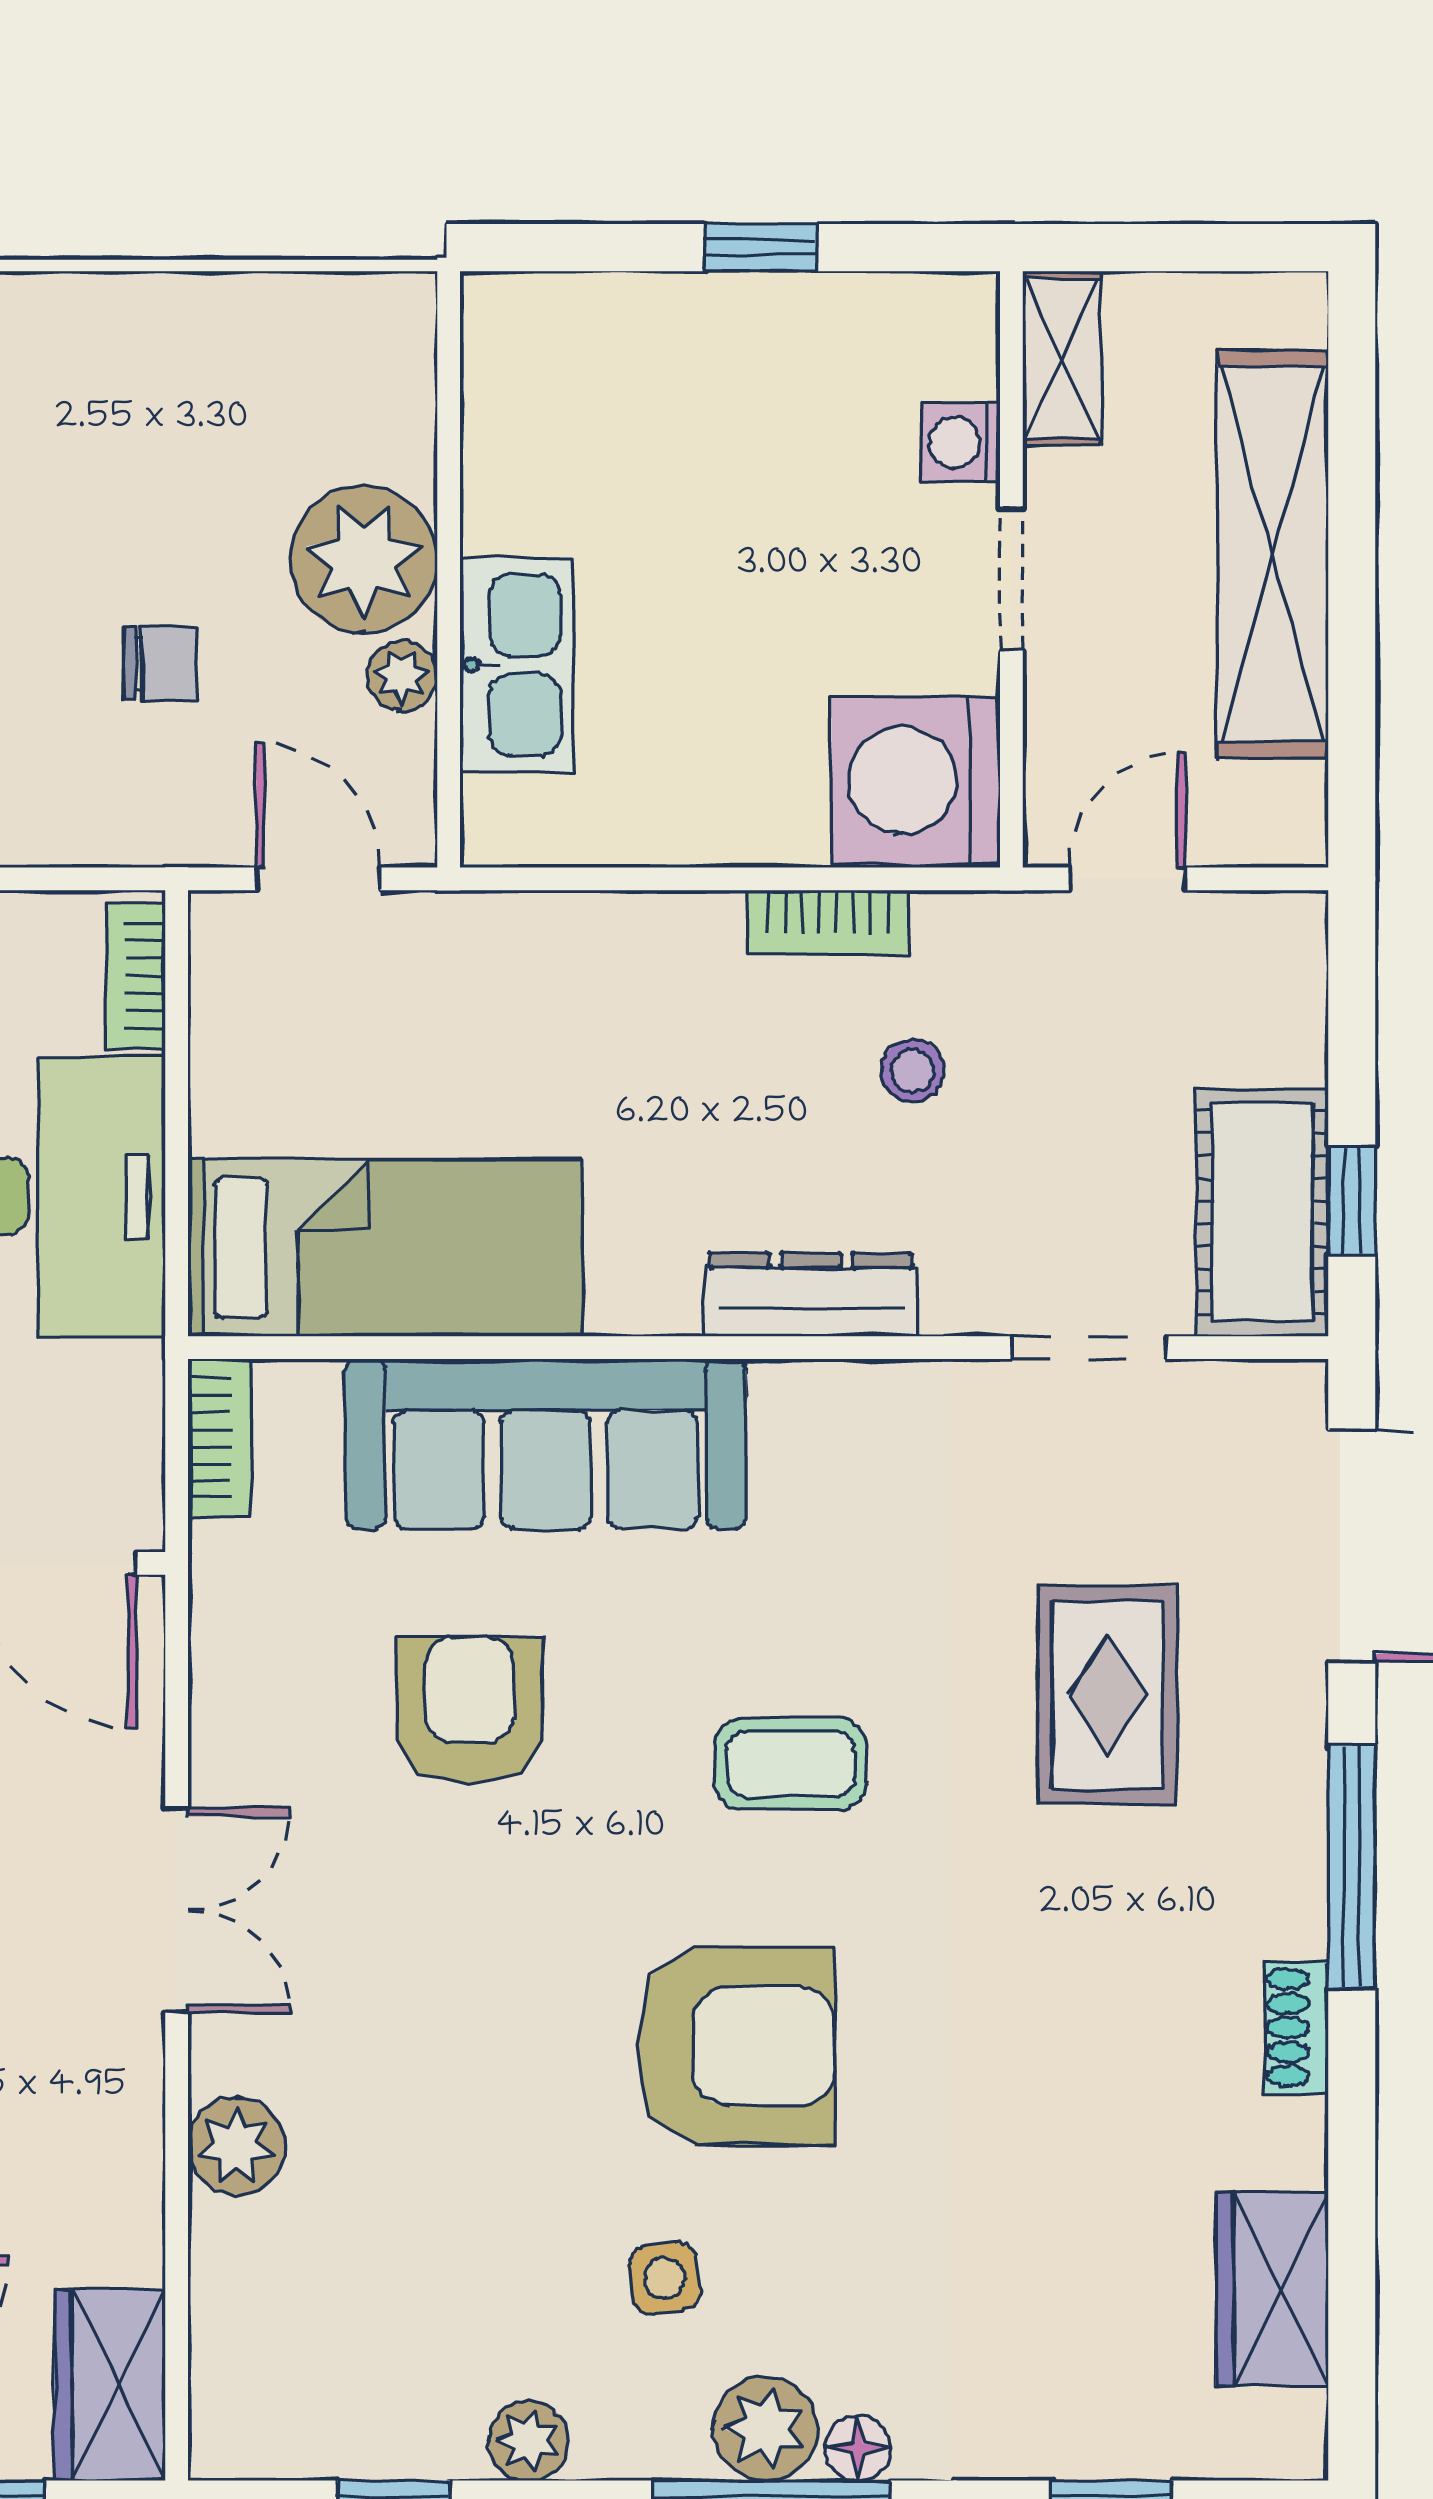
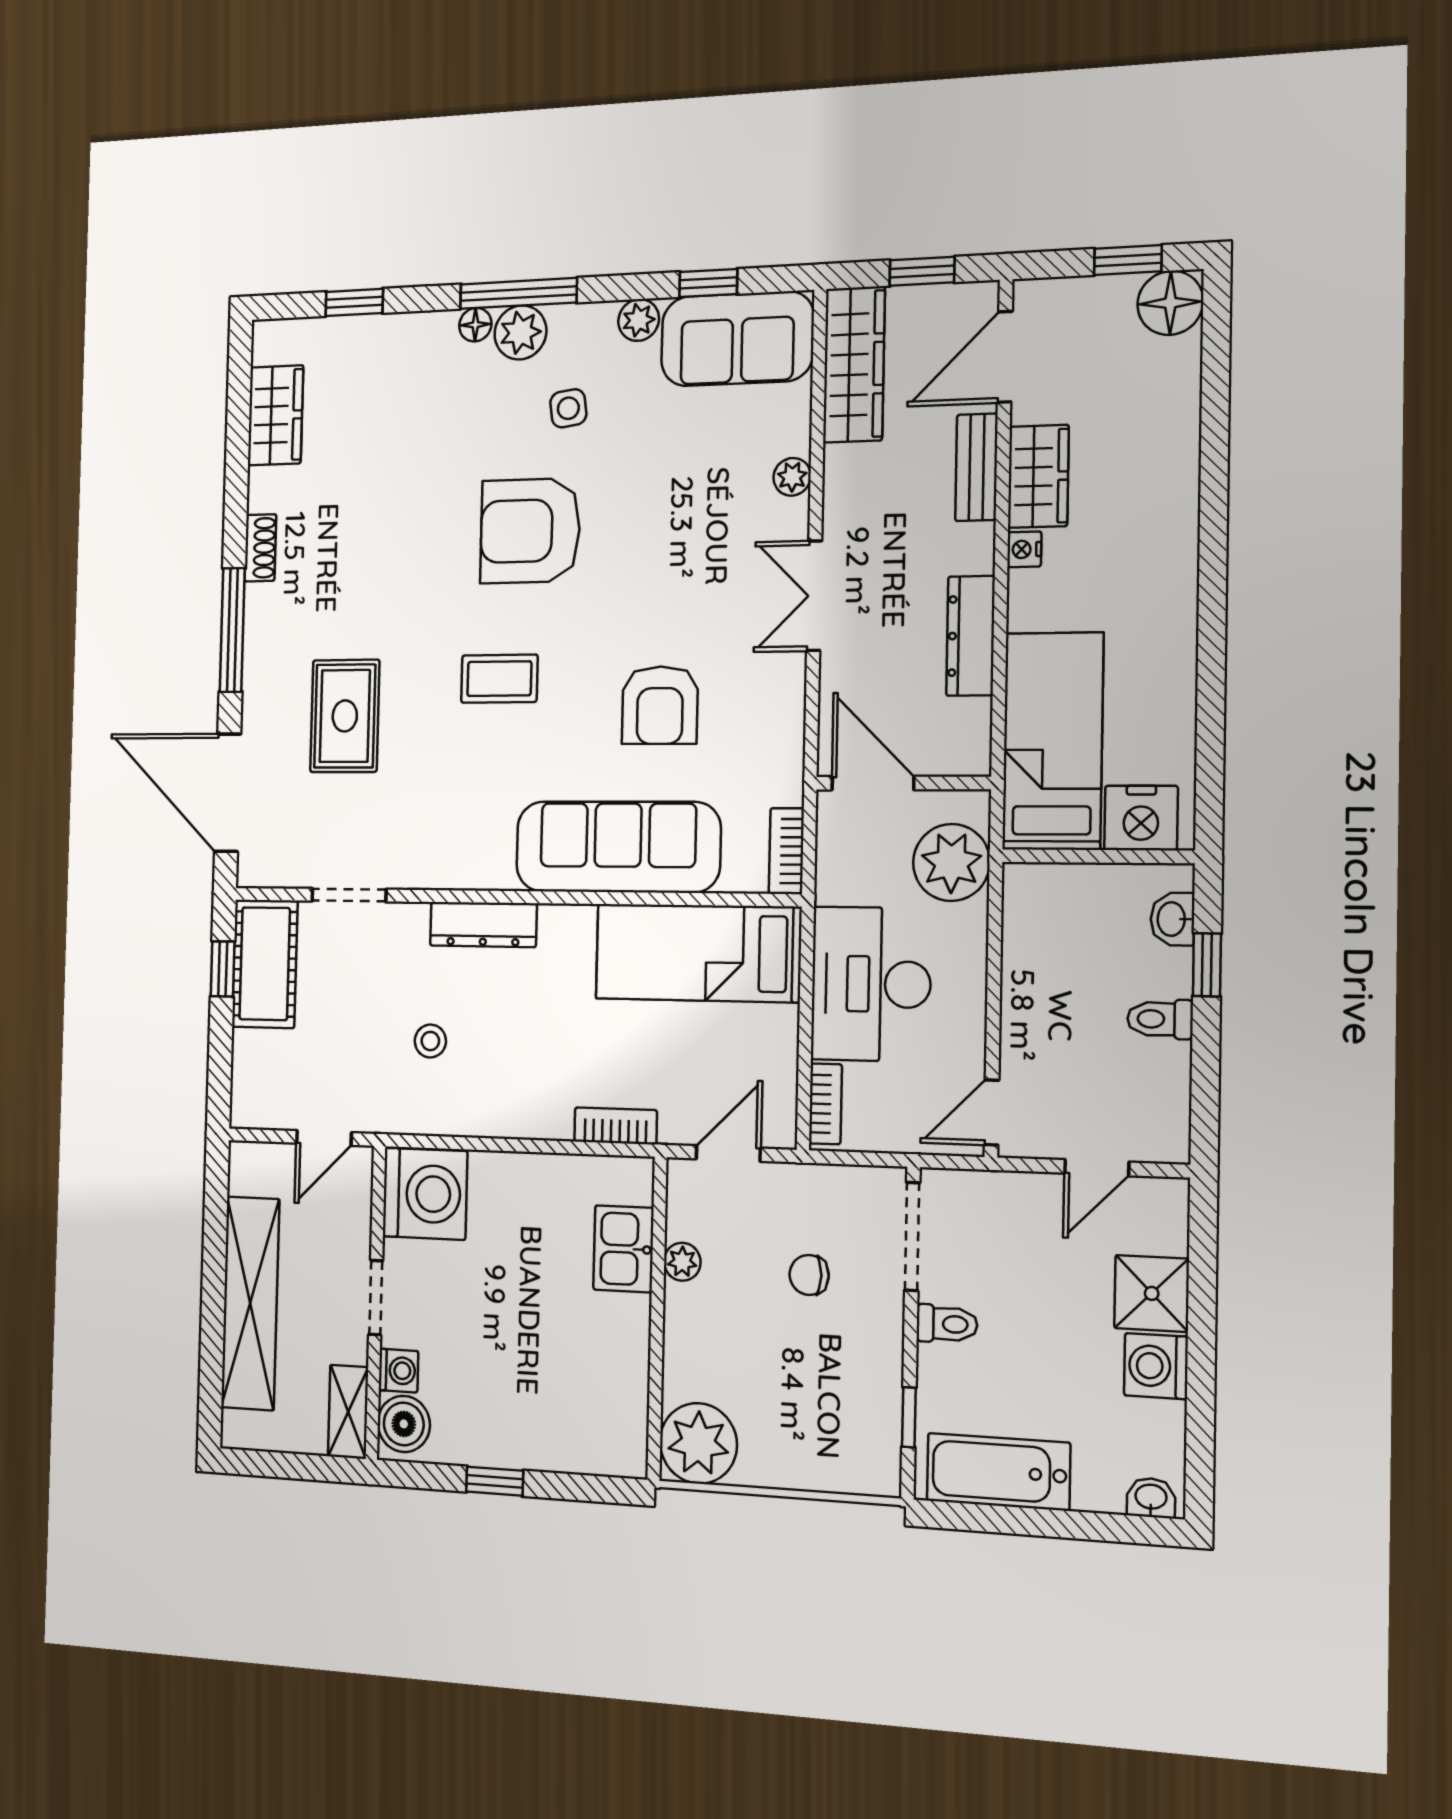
boiler: (947, 343) -> (404, 1424), added
plant: (364, 560) -> (698, 1443), moved
kitchen sink: (517, 665) -> (623, 1249), width x0.73
door: (318, 879) -> (728, 1153), swing flipped
bookcase: (828, 922) -> (616, 1126), moved
plant: (236, 2146) -> (792, 477), width x0.73, depth x0.73
wardrobe: (110, 2385) -> (854, 365), width x1.50
sofa: (334, 2396) -> (737, 339), added

